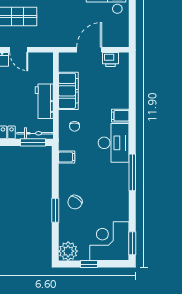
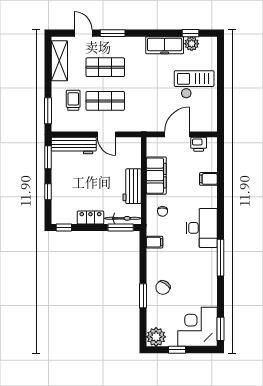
filing cabinet: (120, 116) -> (208, 179), moved

